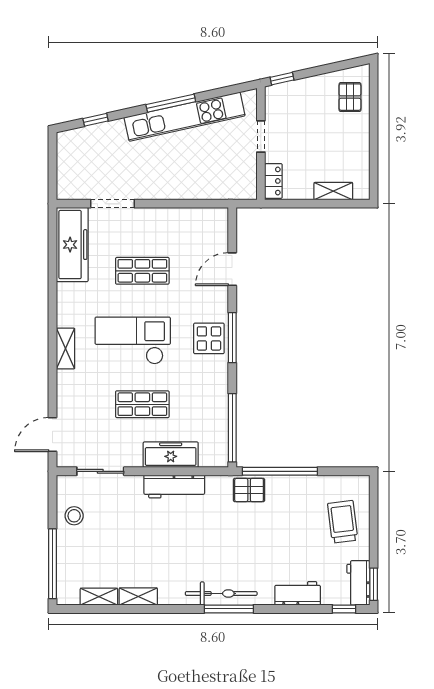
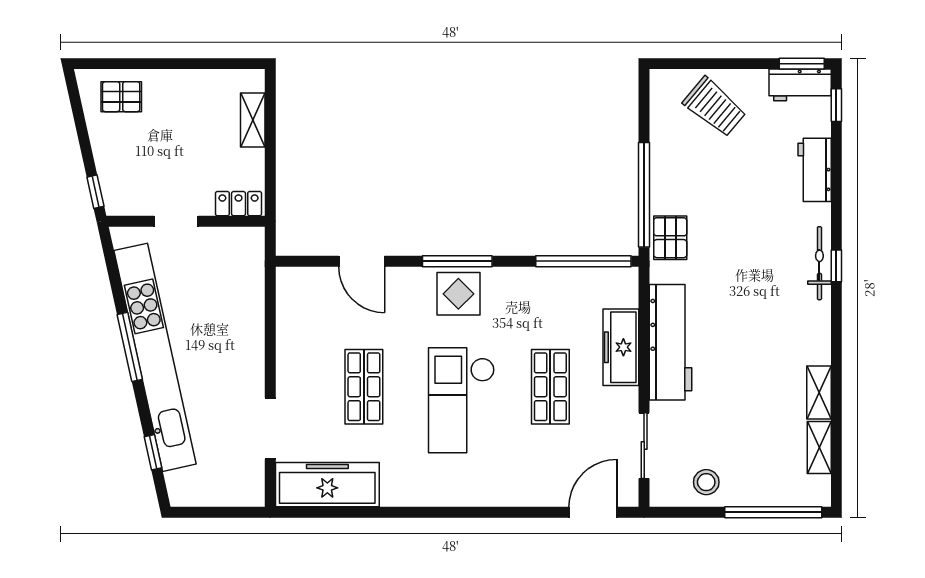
kitchen unit: (185, 117) -> (155, 357), width x1.36
shelving: (66, 349) -> (473, 494), removed
door: (53, 435) -> (593, 512), swing flipped
workbench: (174, 487) -> (671, 342), width x1.36, depth x1.32
trolley: (343, 522) -> (715, 107), turned -133
bicycle: (221, 593) -> (819, 263), width x0.73, depth x0.71
window: (229, 609) -> (836, 266), width x0.46

